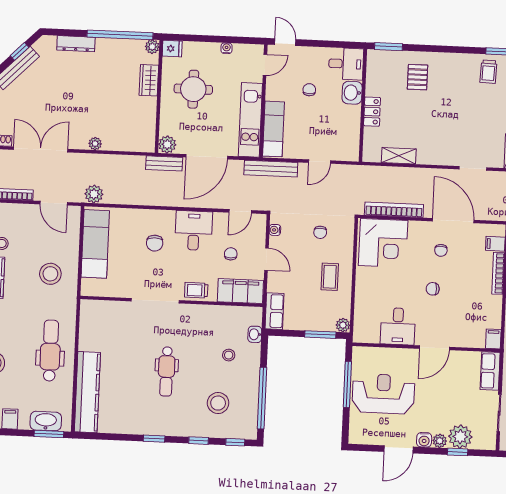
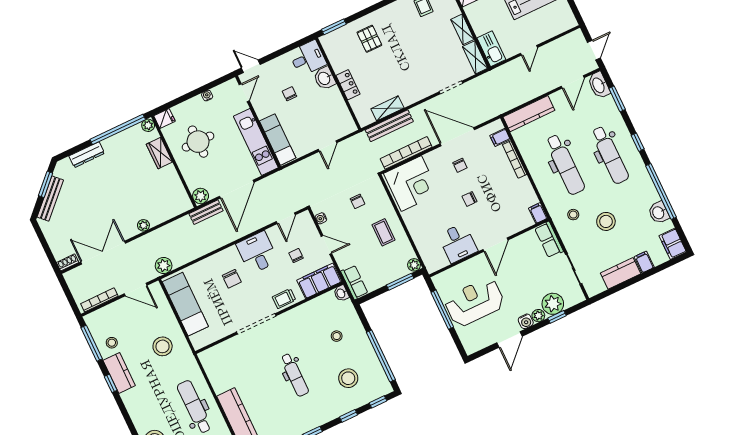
window: (20, 51) -> (46, 184), width x1.50
bench: (271, 169) -> (389, 126), moved
washbasin: (255, 334) -> (341, 293), moved

